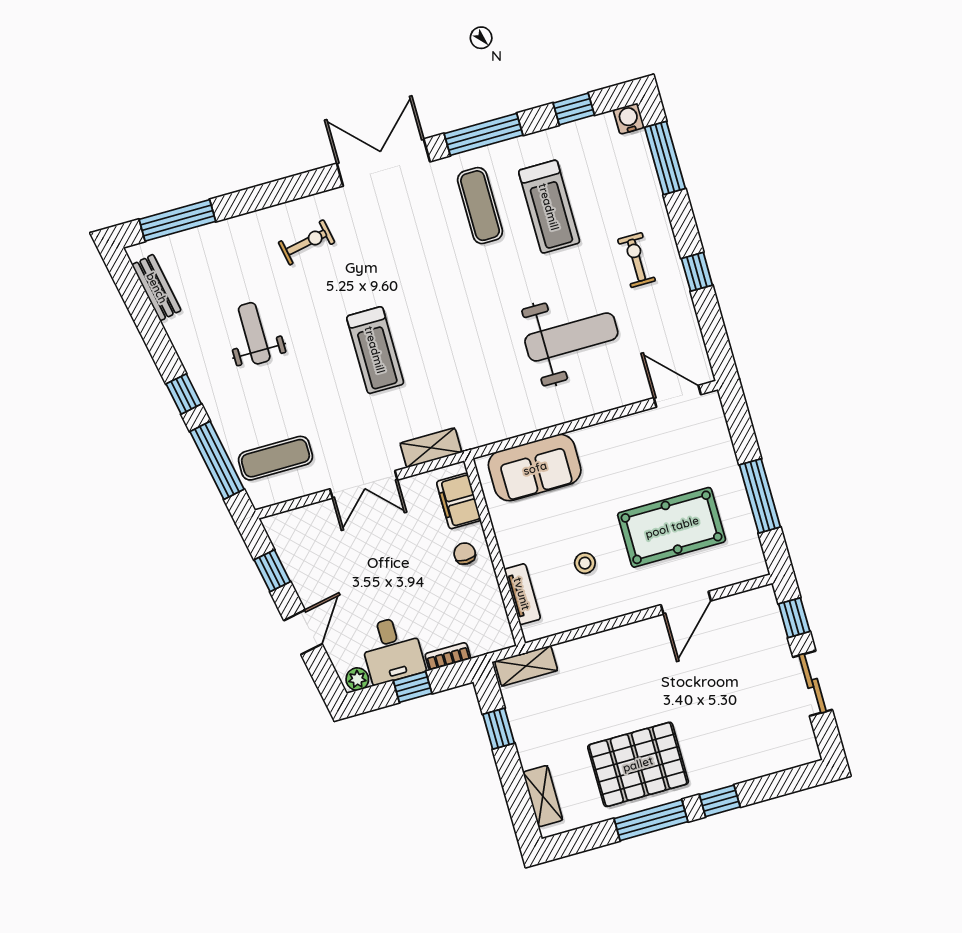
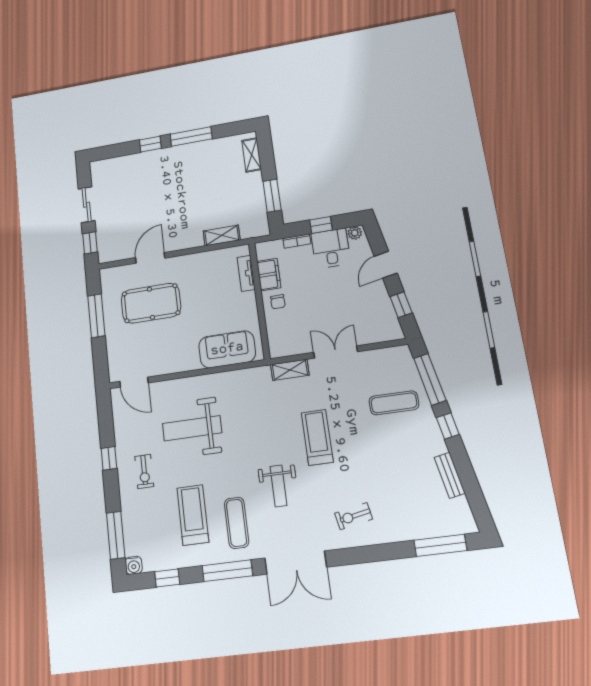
bench: (157, 288) -> (450, 475), moved
weight bench: (254, 333) -> (278, 486), moved
exercise mat: (275, 458) -> (394, 403), moved
filing cabinet: (459, 501) -> (269, 275), moved
stool: (585, 563) -> (206, 288), removed
shelving: (526, 666) -> (222, 236), moved
window: (499, 729) -> (272, 196), width x1.50
pallet: (638, 764) -> (193, 168), removed

